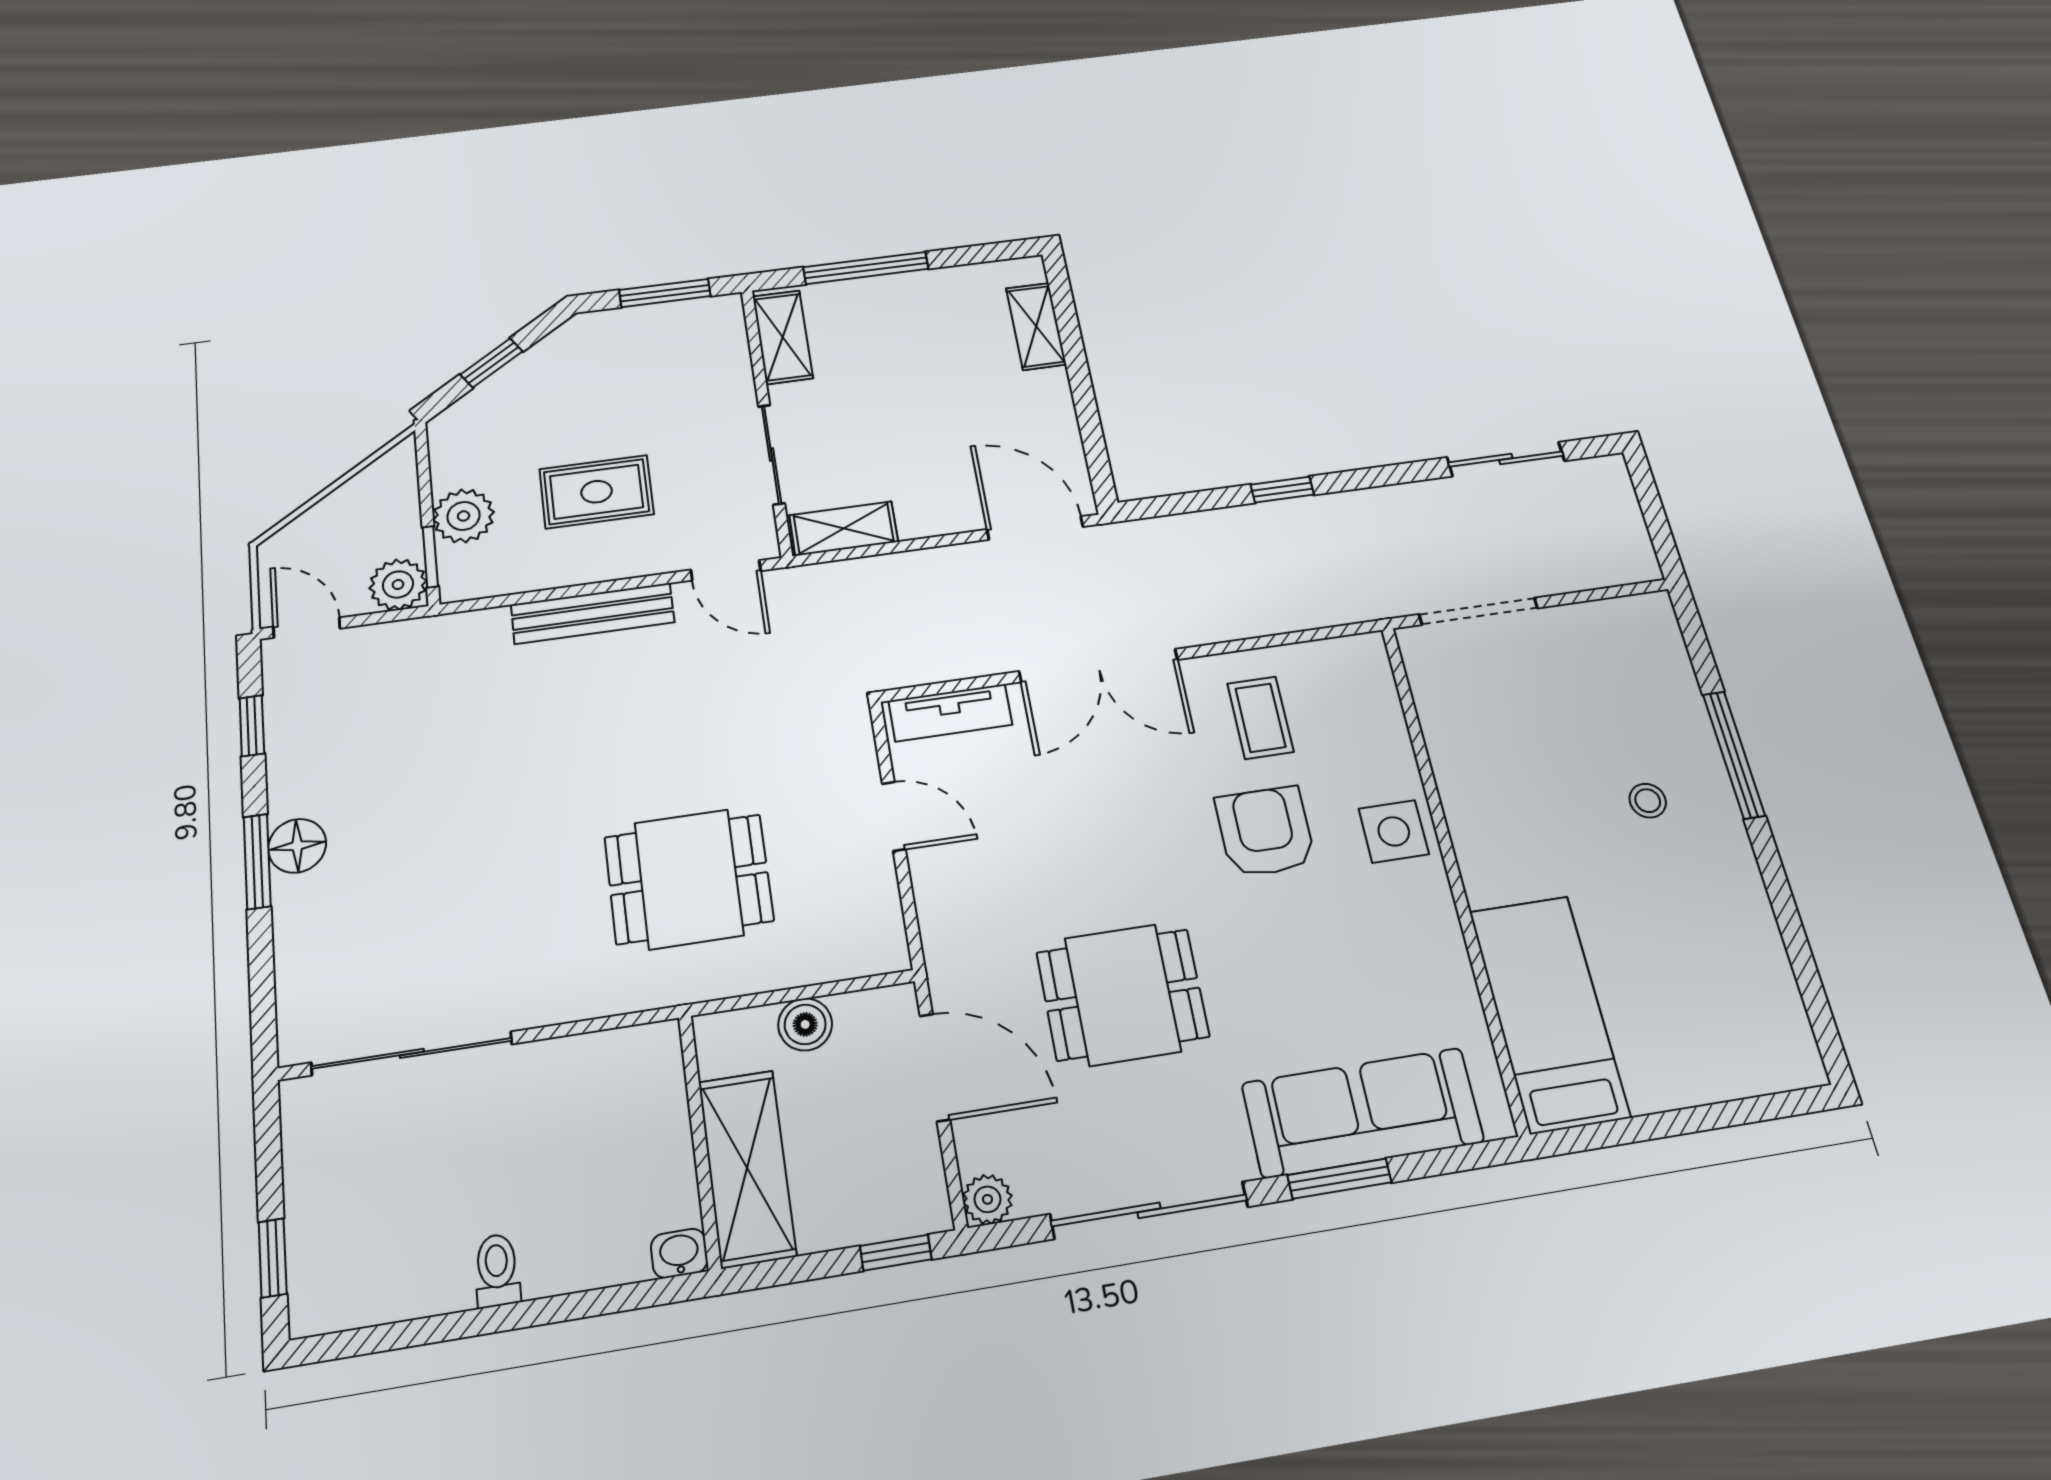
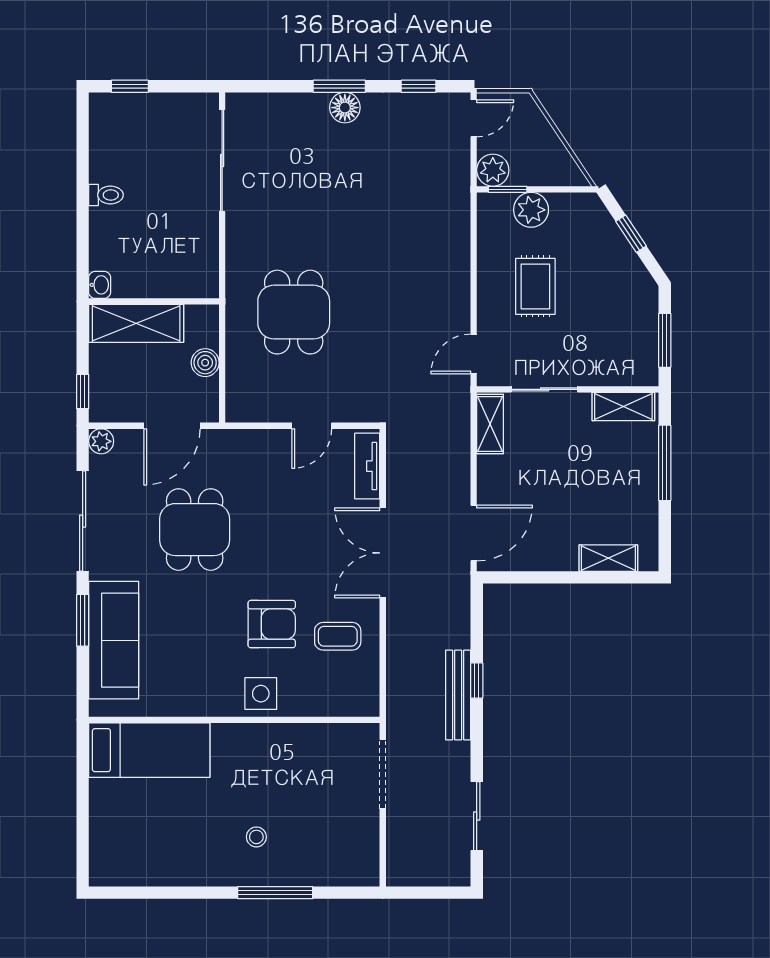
bench: (593, 613) -> (458, 695), moved

